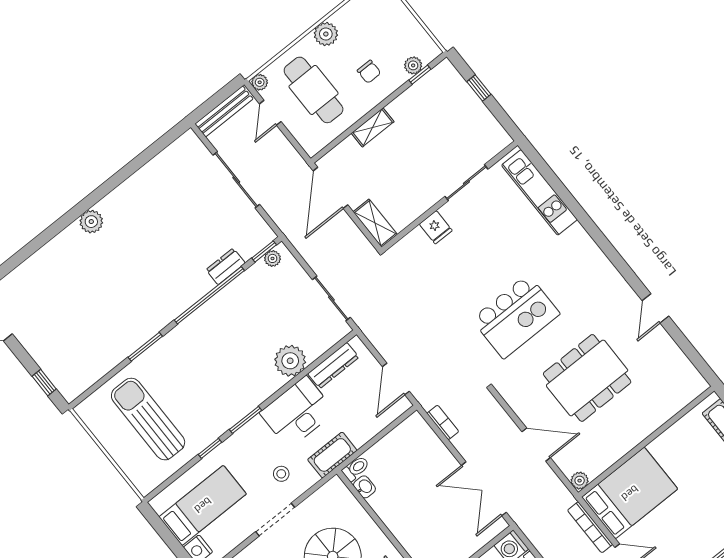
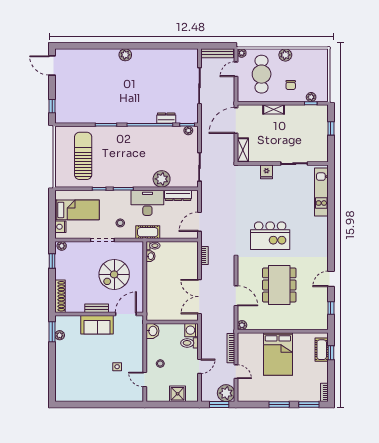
window: (690, 351) -> (331, 308), added
dining table: (587, 378) -> (279, 285), turned 90
bed: (630, 493) -> (278, 354), moved, turned 90

